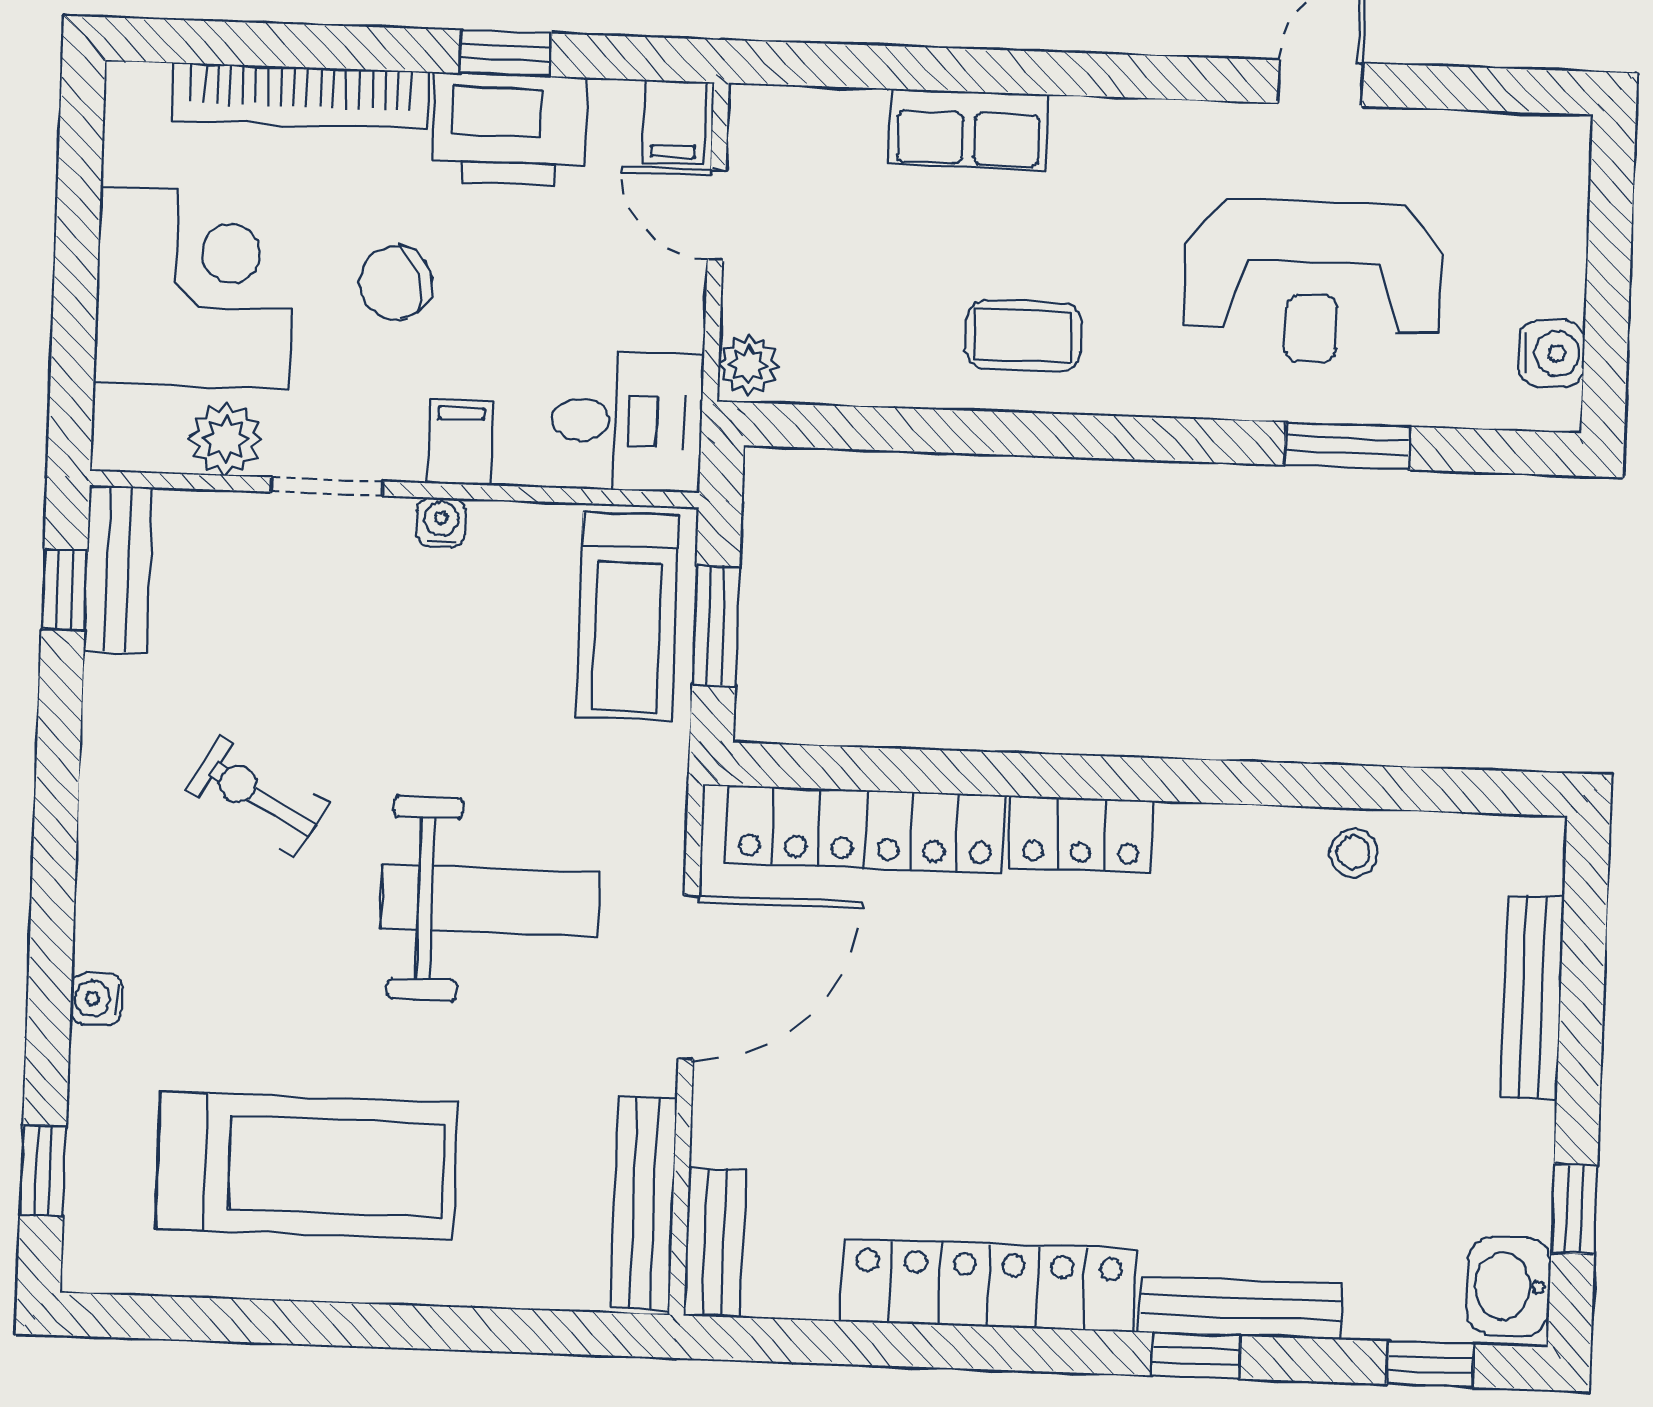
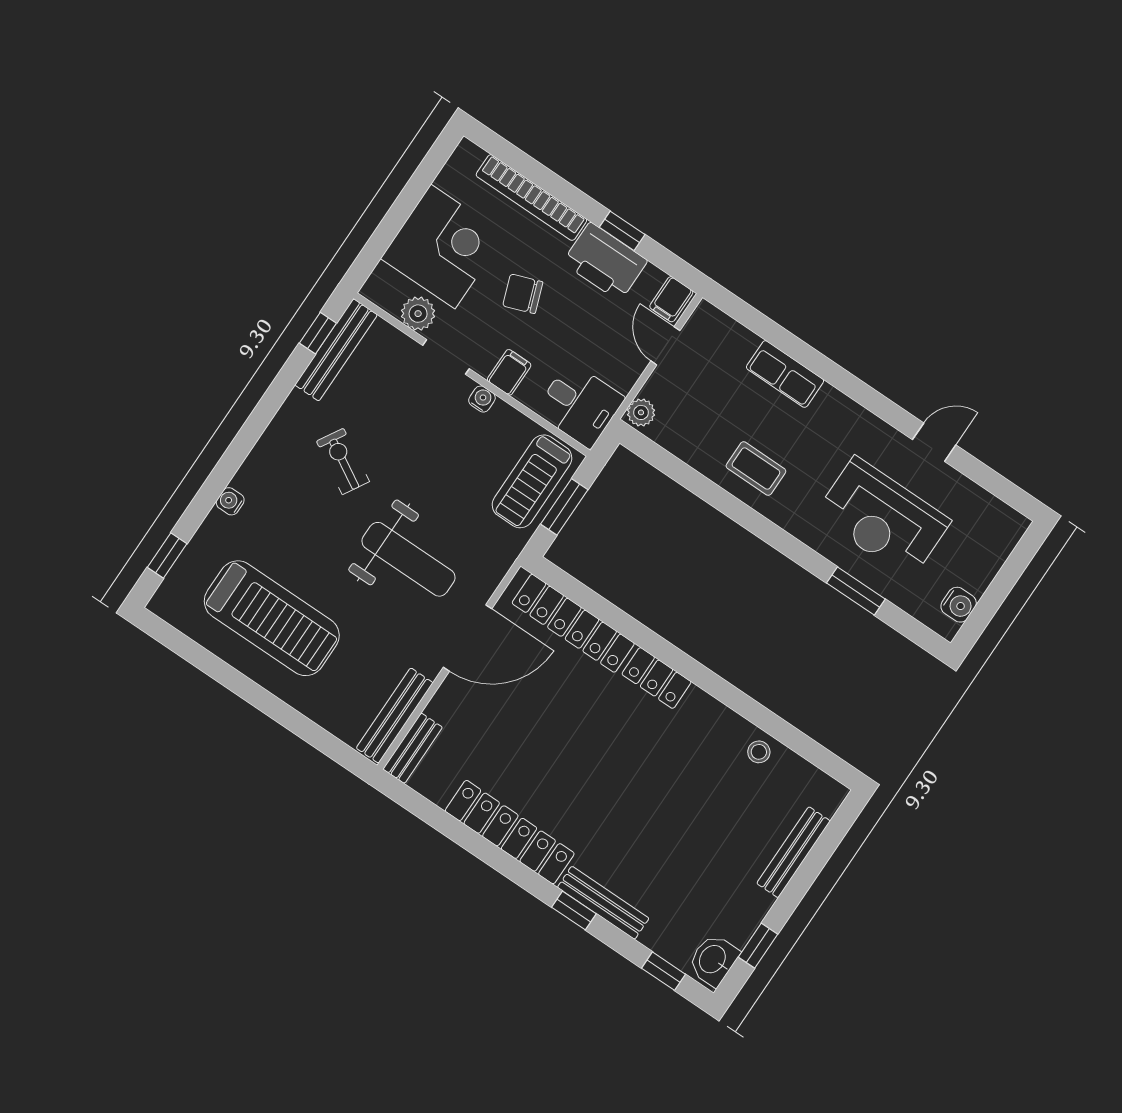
bench: (118, 569) -> (336, 350), width x1.36

